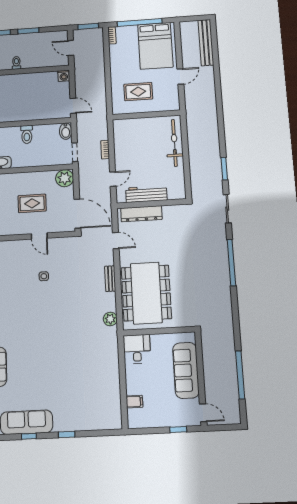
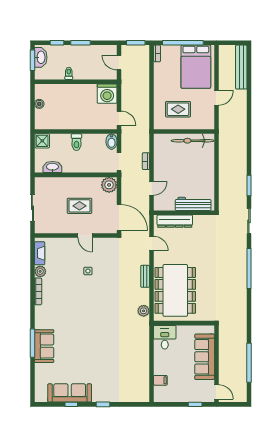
washing machine: (64, 76) -> (107, 94), width x1.89, depth x1.89
bicycle: (174, 143) -> (193, 141), moved, turned -90
workbench: (146, 194) -> (193, 204), moved

